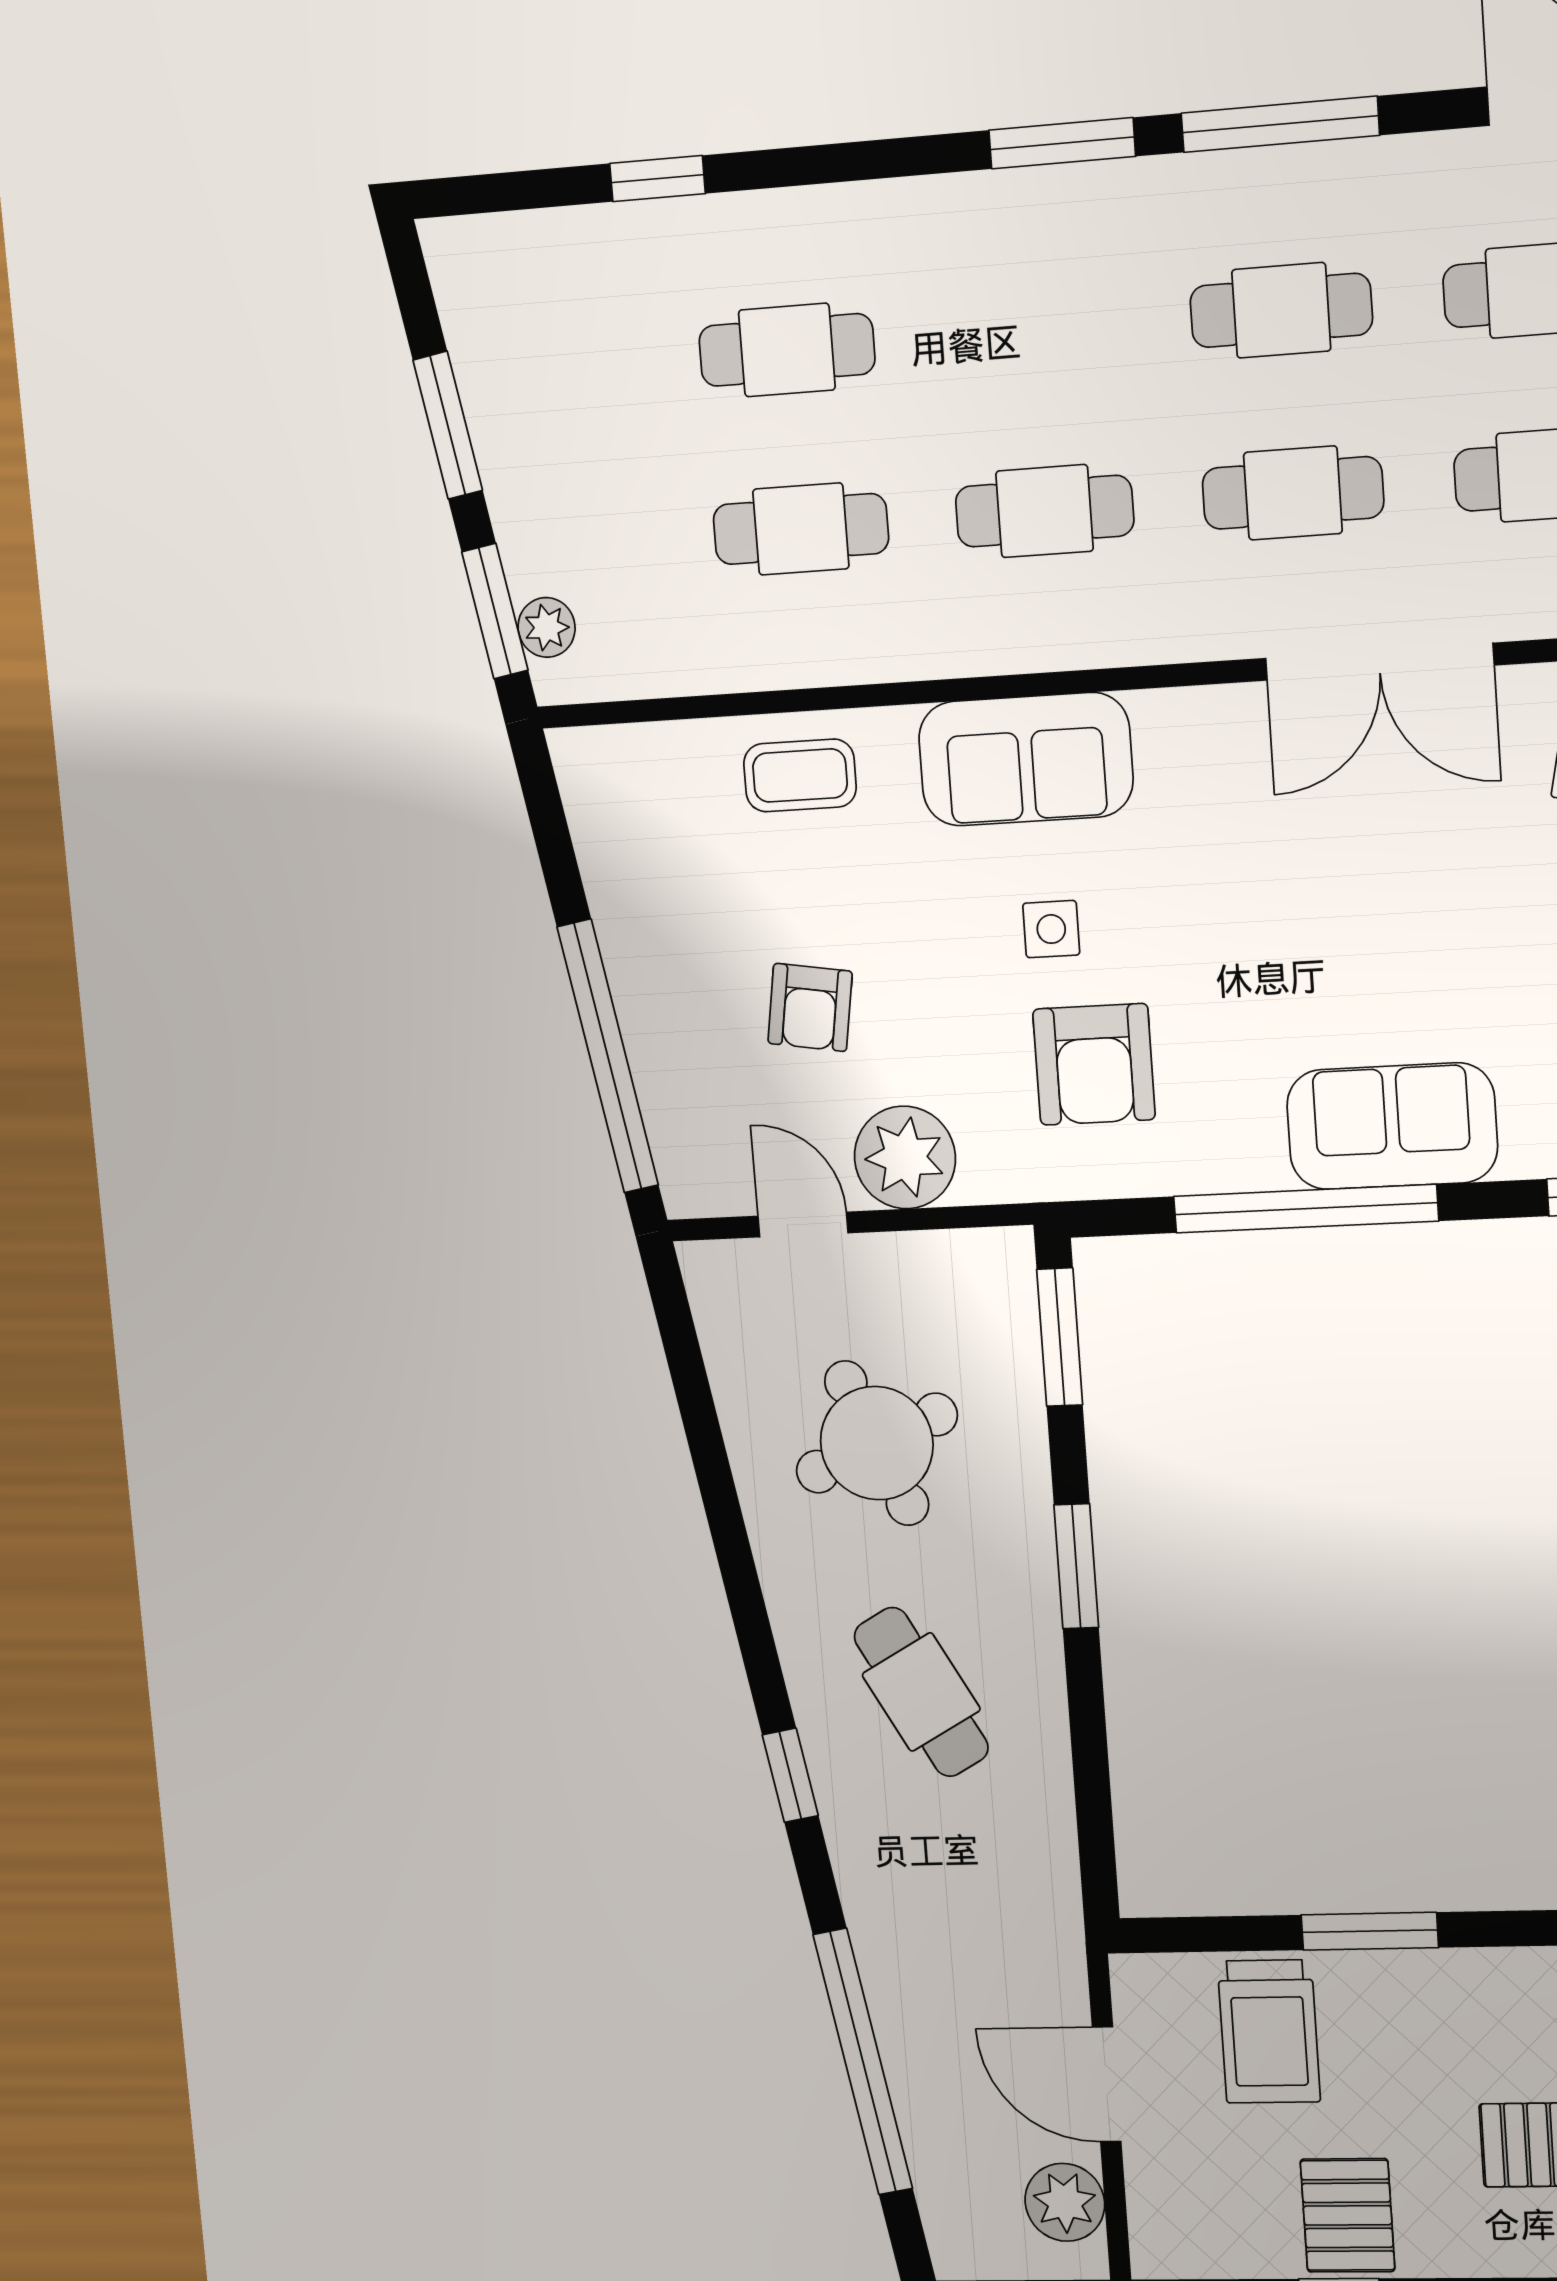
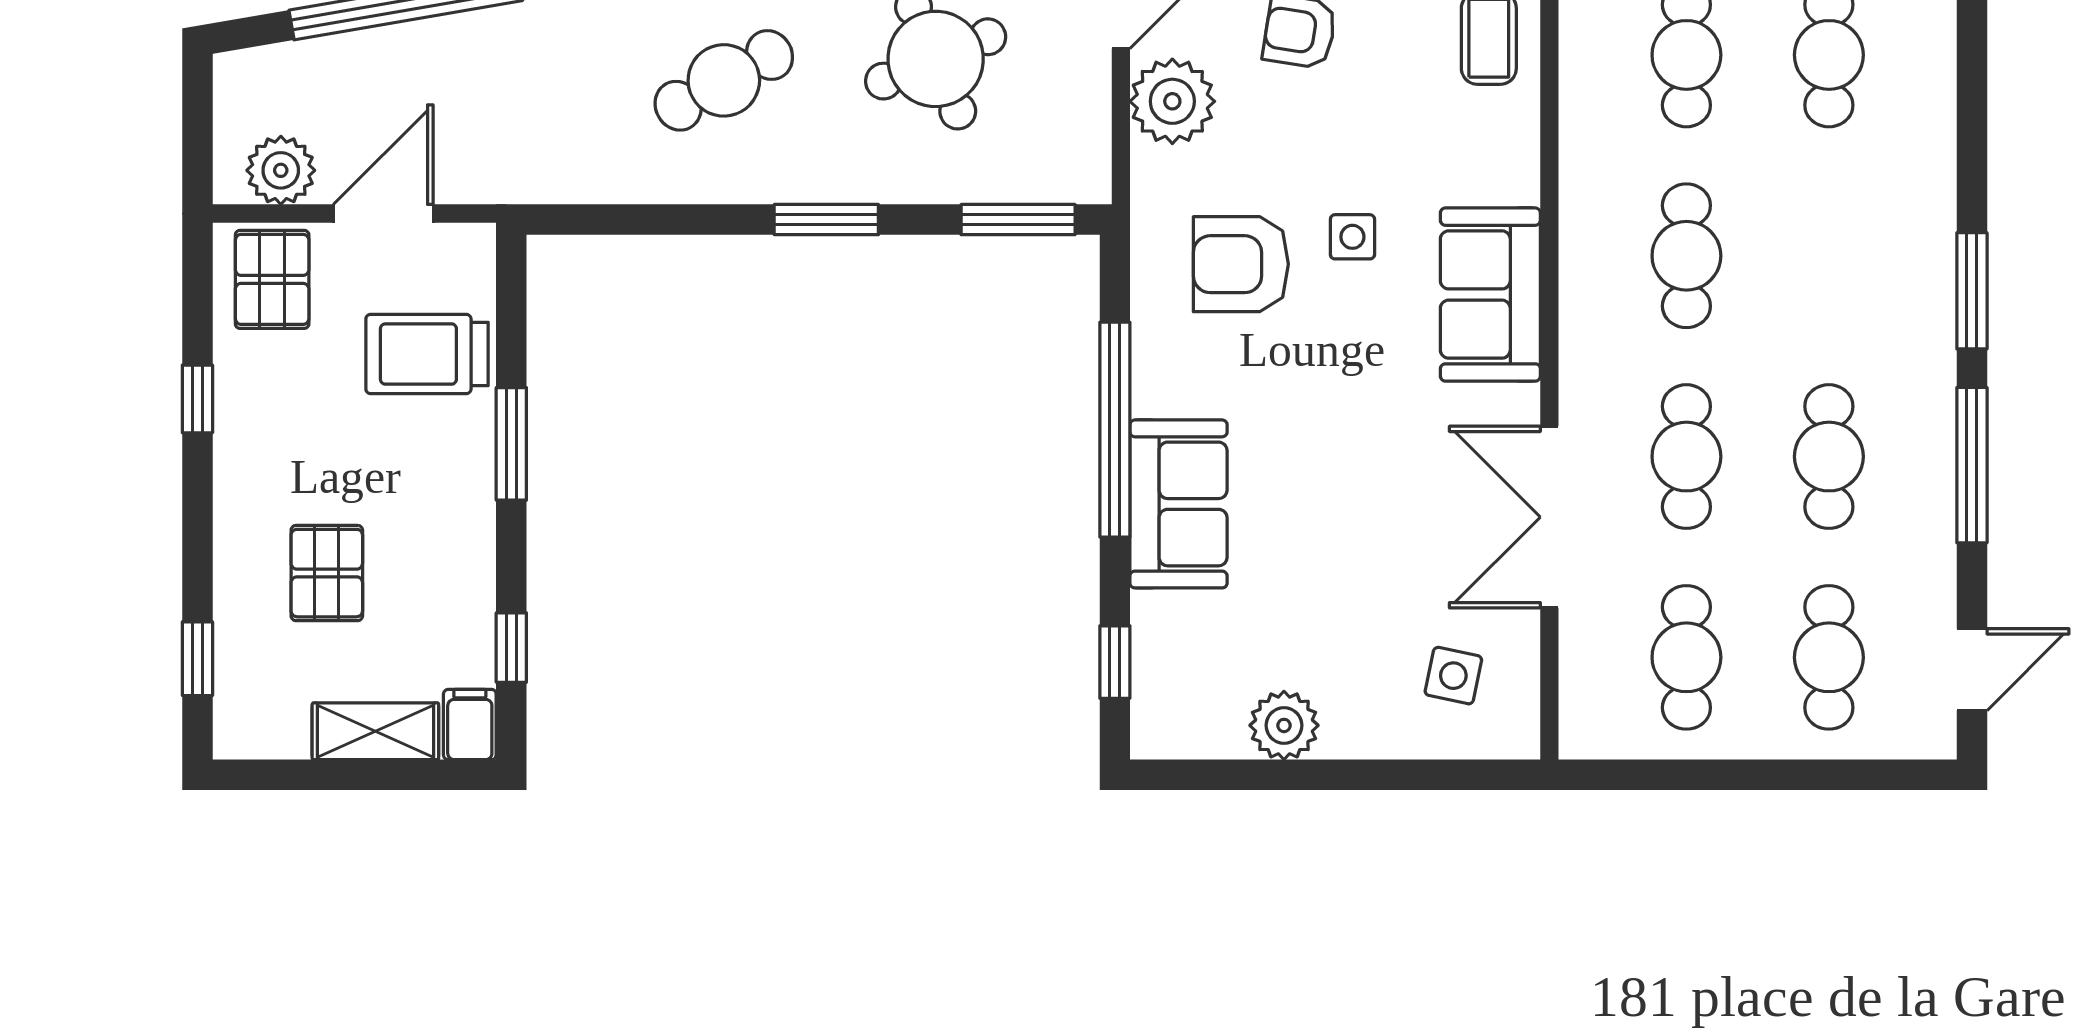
sofa: (1026, 759) -> (1490, 295), moved
pallet: (1348, 2215) -> (272, 279), moved, turned 90

